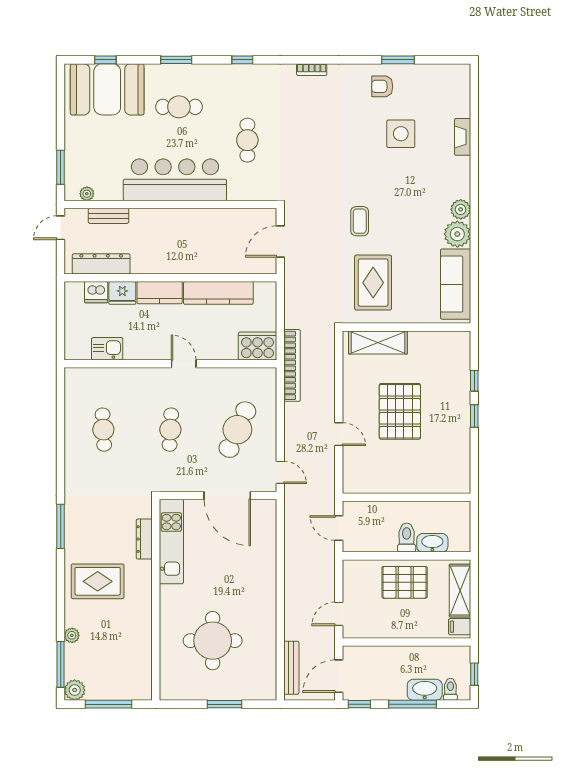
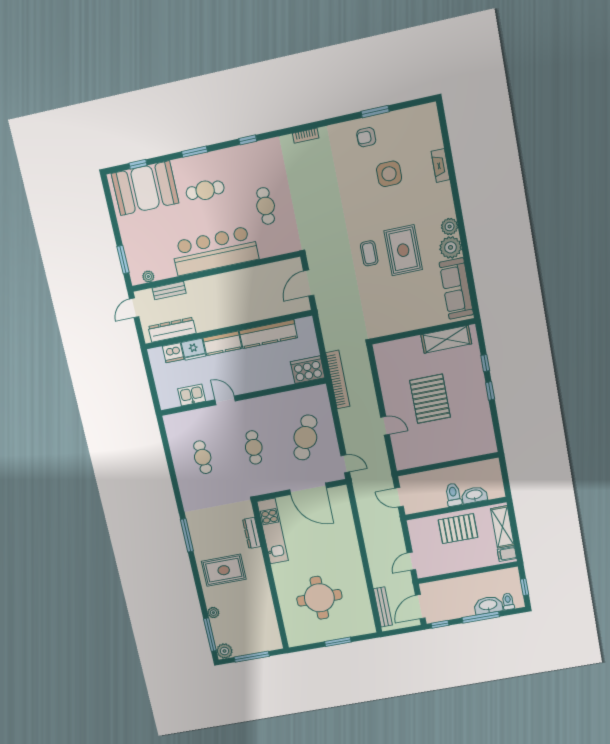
rug: (373, 283) -> (403, 250), moved
shelving: (378, 342) -> (446, 339), moved
door: (184, 364) -> (225, 400), moved

